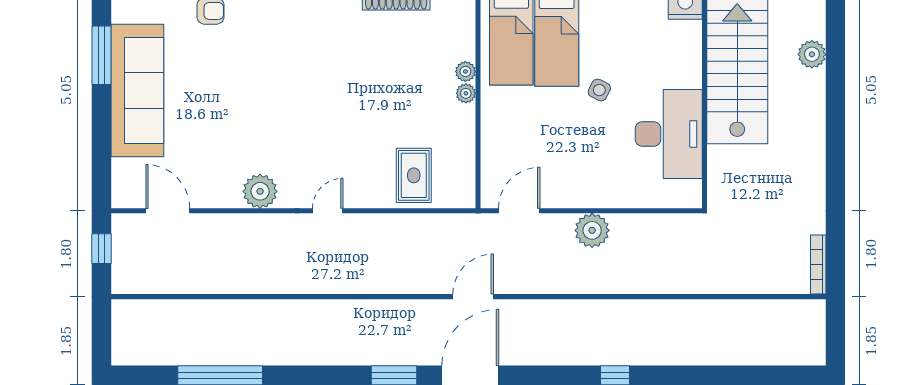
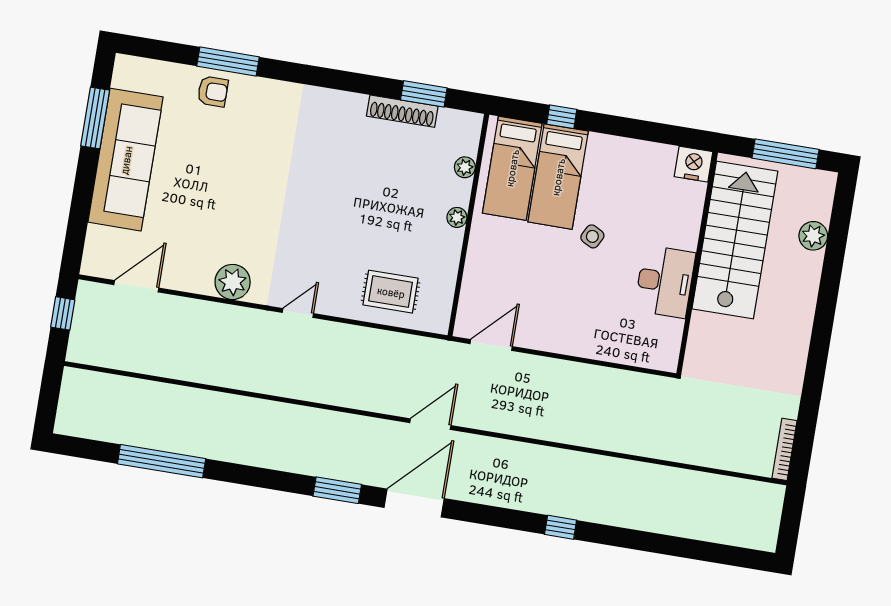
plant: (465, 71) -> (465, 167), moved
desk: (669, 134) -> (665, 282), width x0.73, depth x0.77
rug: (414, 175) -> (391, 292), turned 90
door: (168, 211) -> (136, 286), hinge flipped
plant: (592, 230) -> (562, 377), removed

